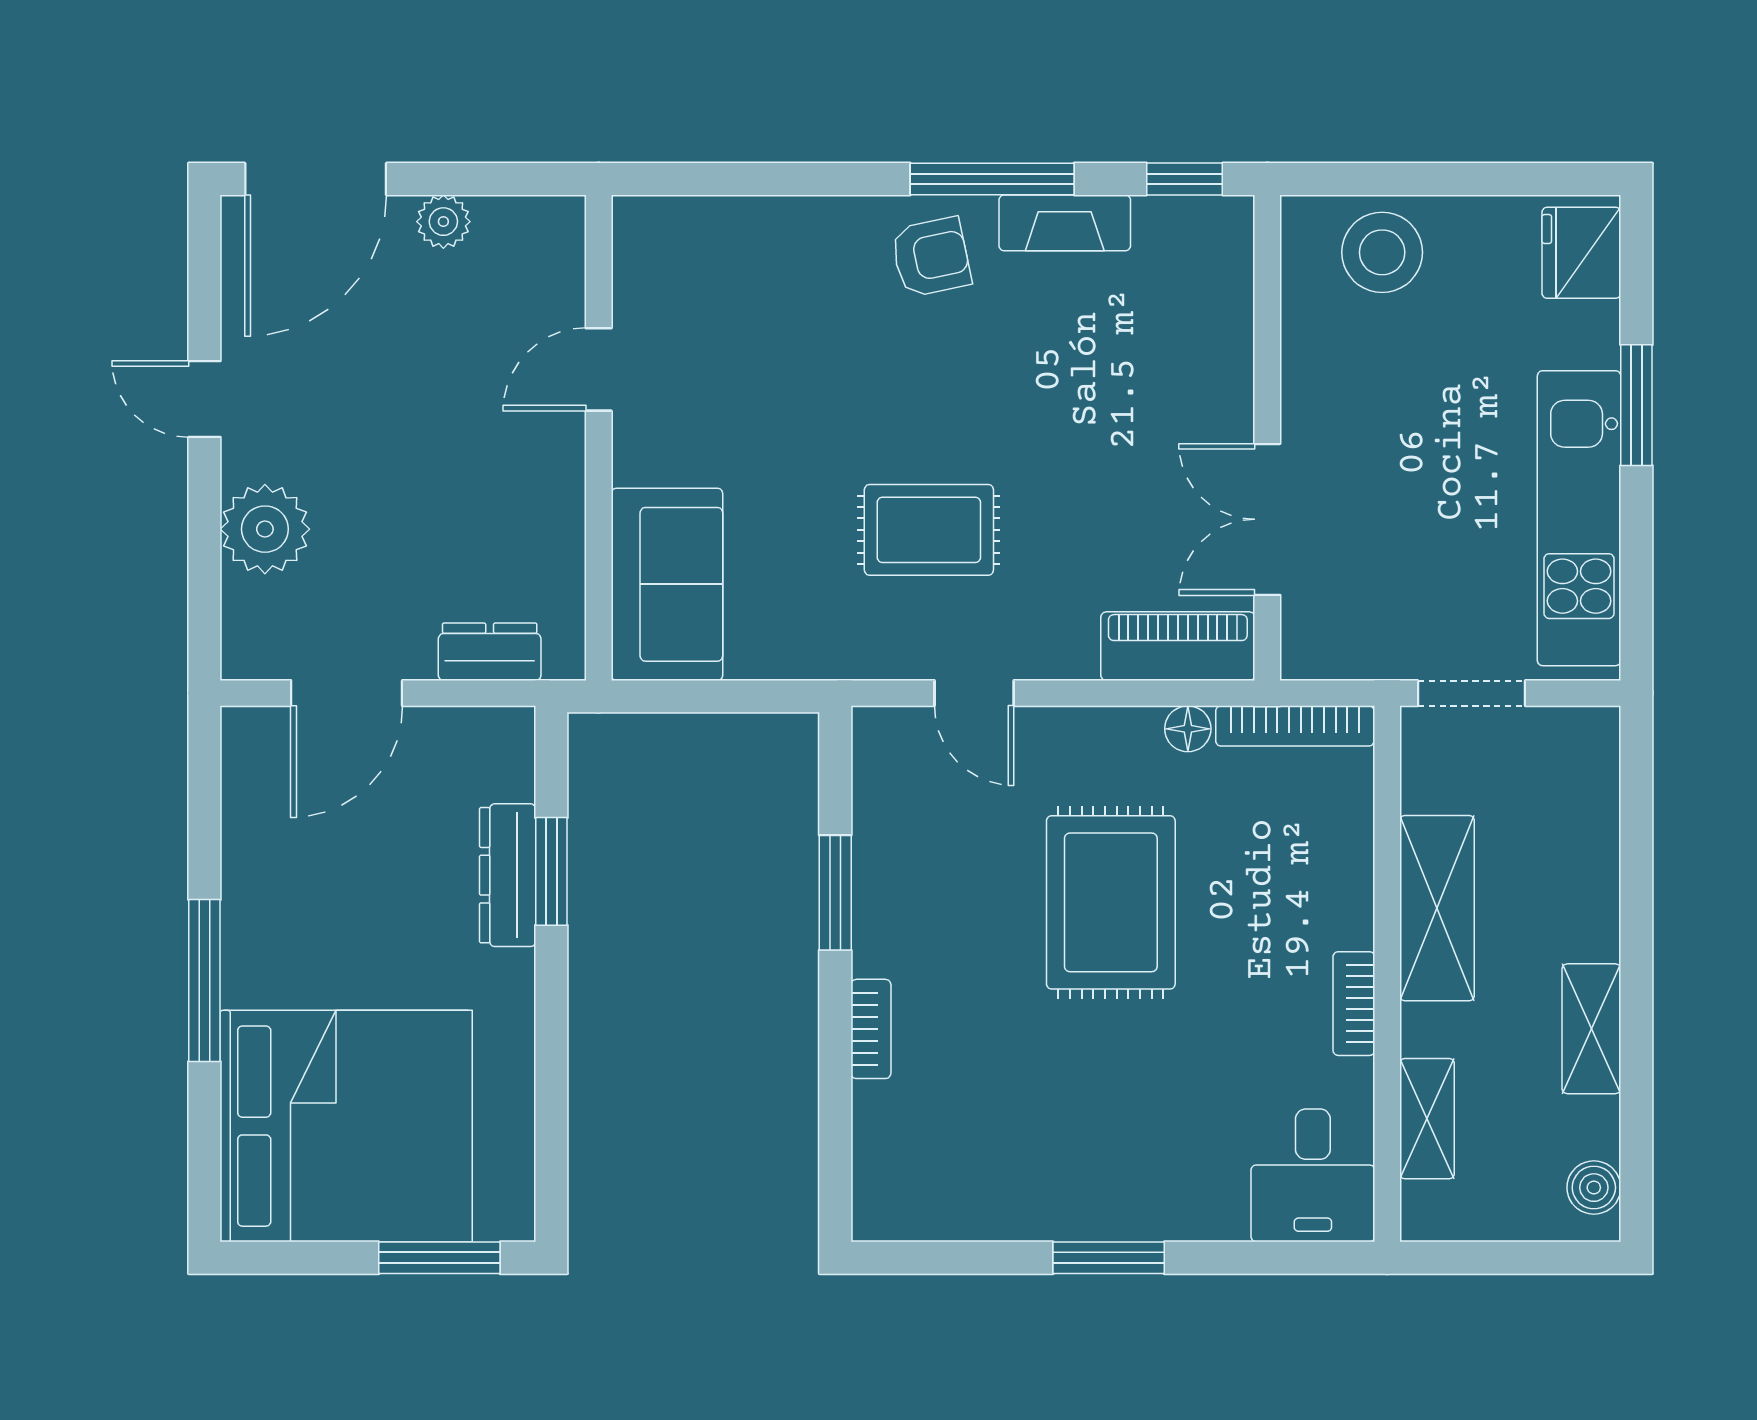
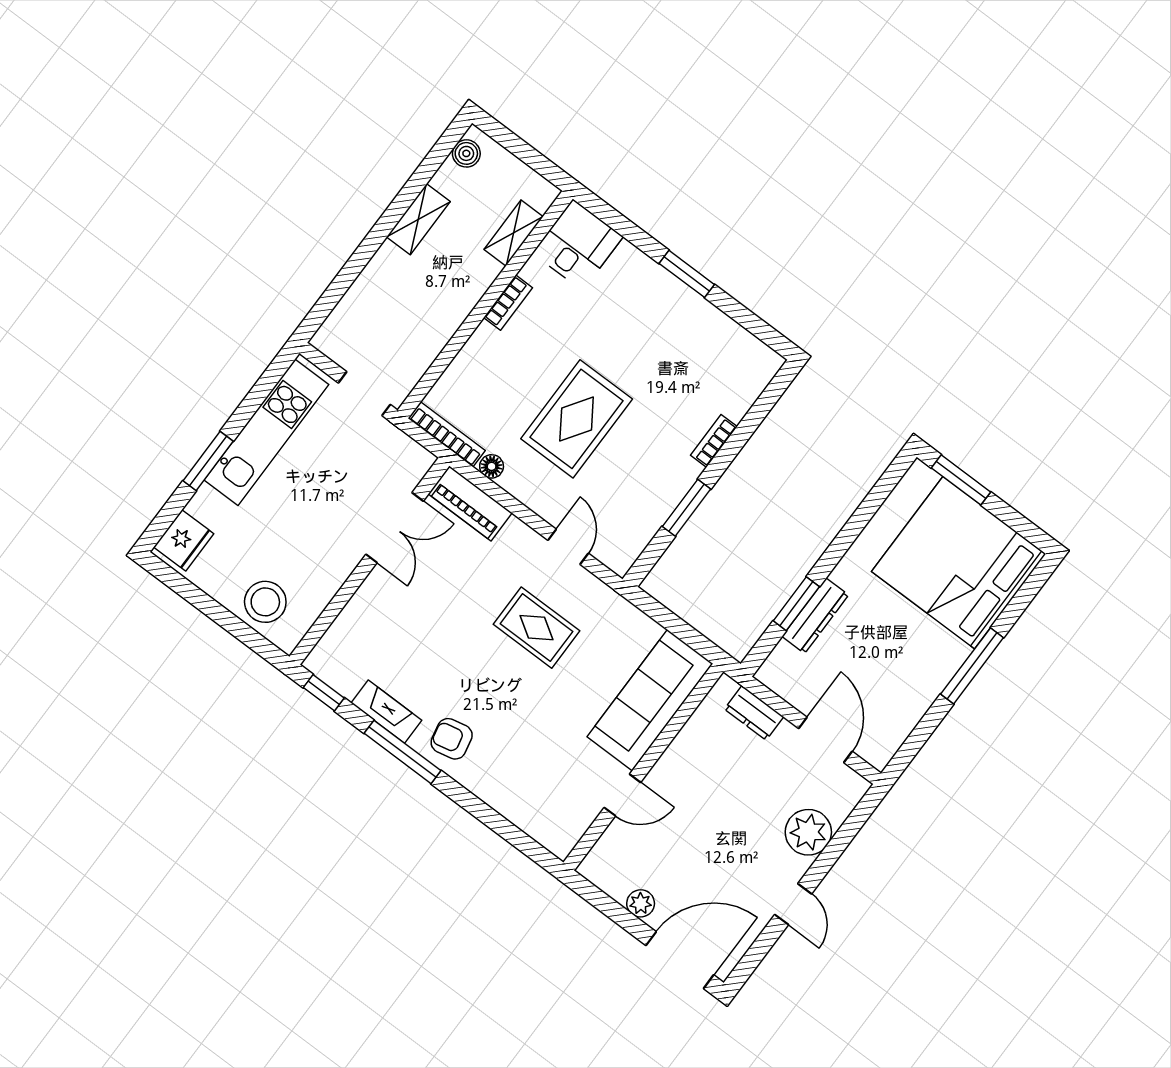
sofa: (667, 584) -> (650, 700), width x1.36
door: (347, 693) -> (825, 740), hinge flipped
shelving: (1437, 908) -> (445, 316), removed

